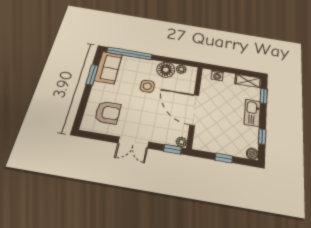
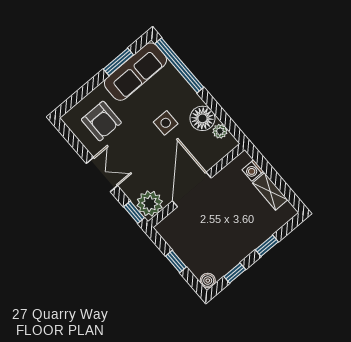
sofa: (108, 68) -> (135, 72), width x1.36
shelving: (248, 81) -> (270, 191), moved
window: (264, 96) -> (267, 246), moved
kitchen sink: (252, 113) -> (250, 242), removed
plant: (181, 142) -> (150, 203), width x1.88, depth x1.88
double door: (133, 143) -> (102, 174), swing flipped

